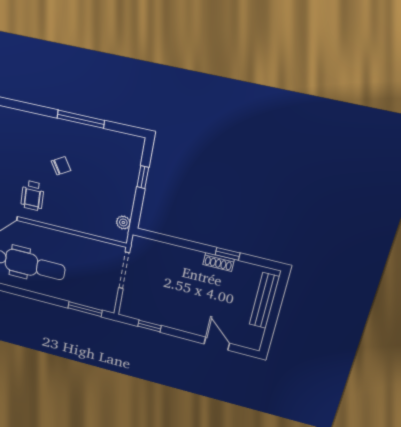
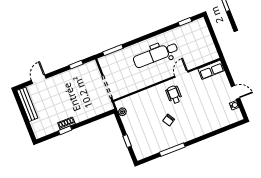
bench: (264, 301) -> (27, 104), moved
door: (217, 344) -> (39, 79), swing flipped

